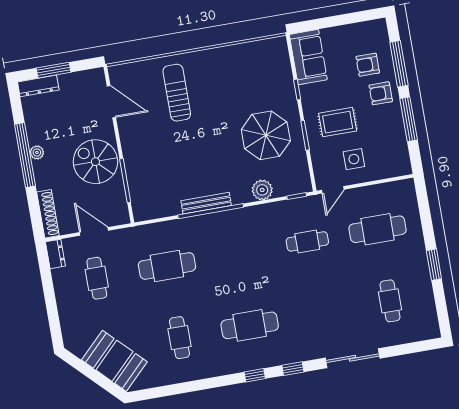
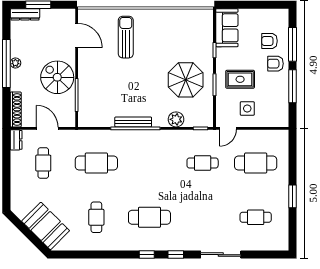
cafe table: (390, 301) -> (256, 217), turned 90

